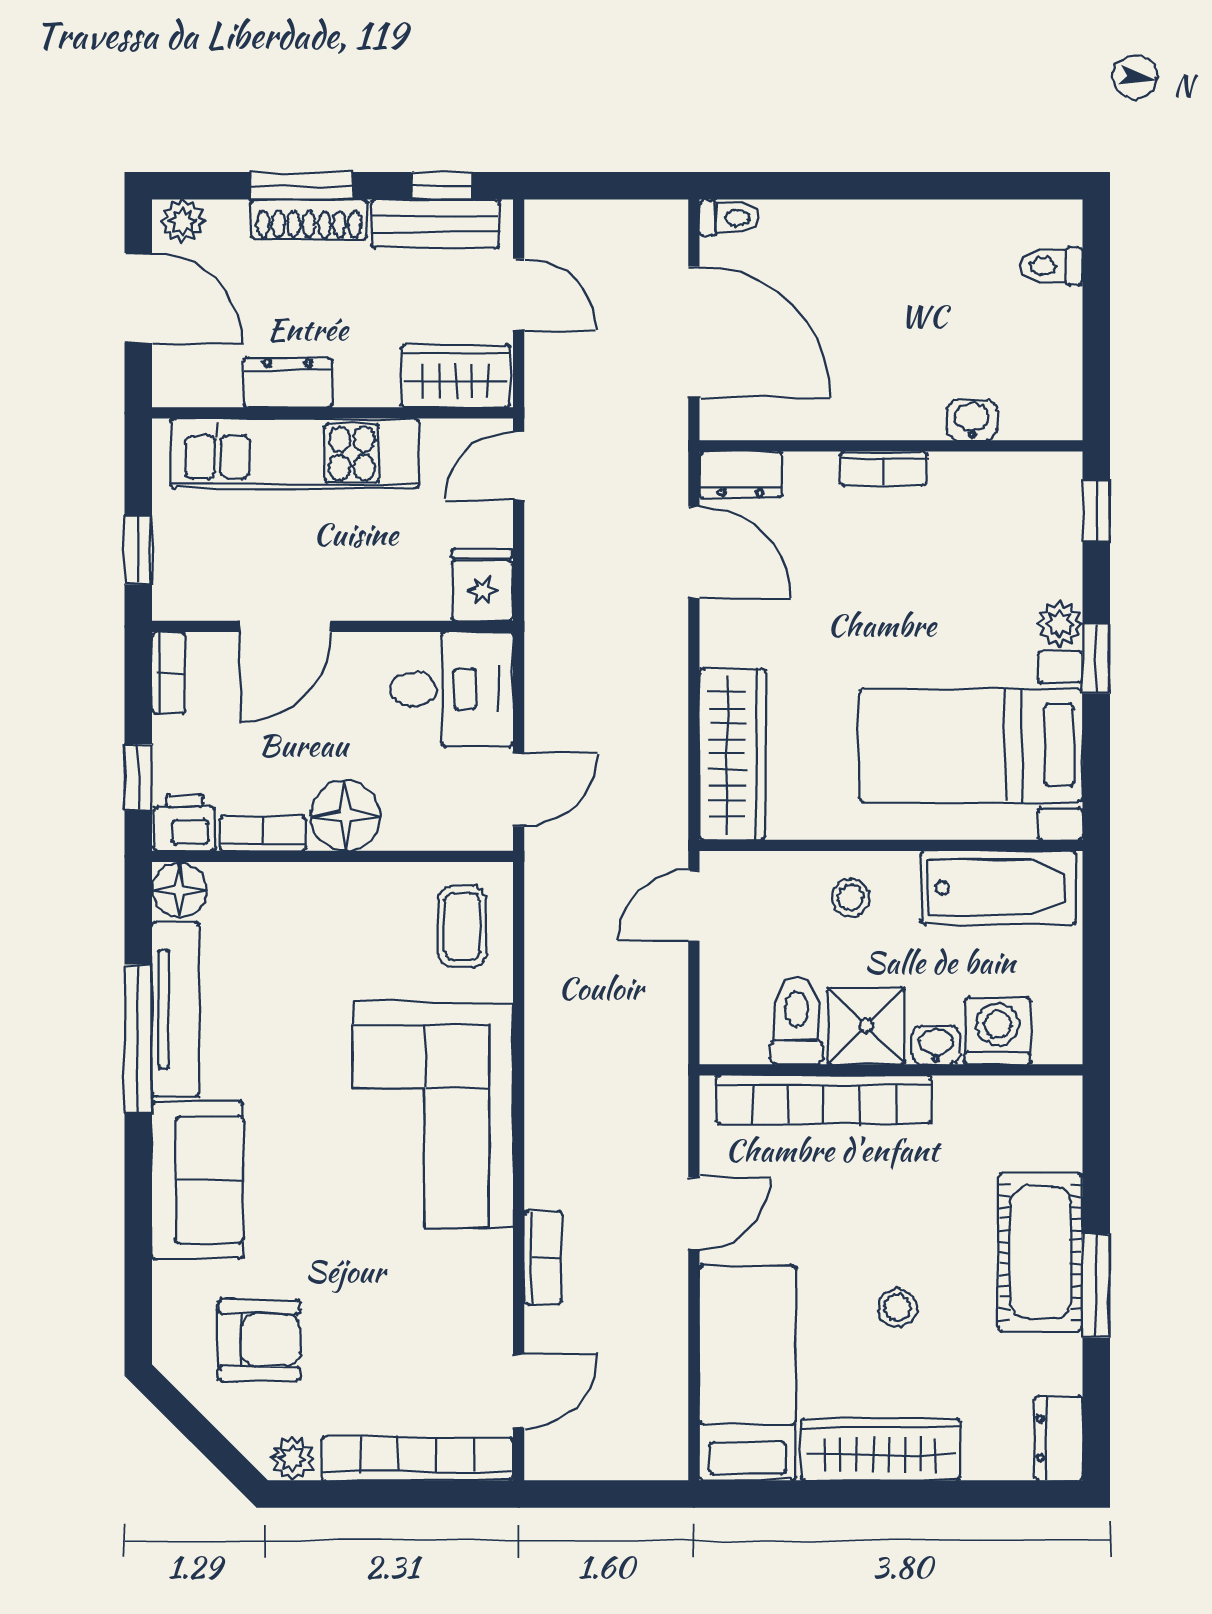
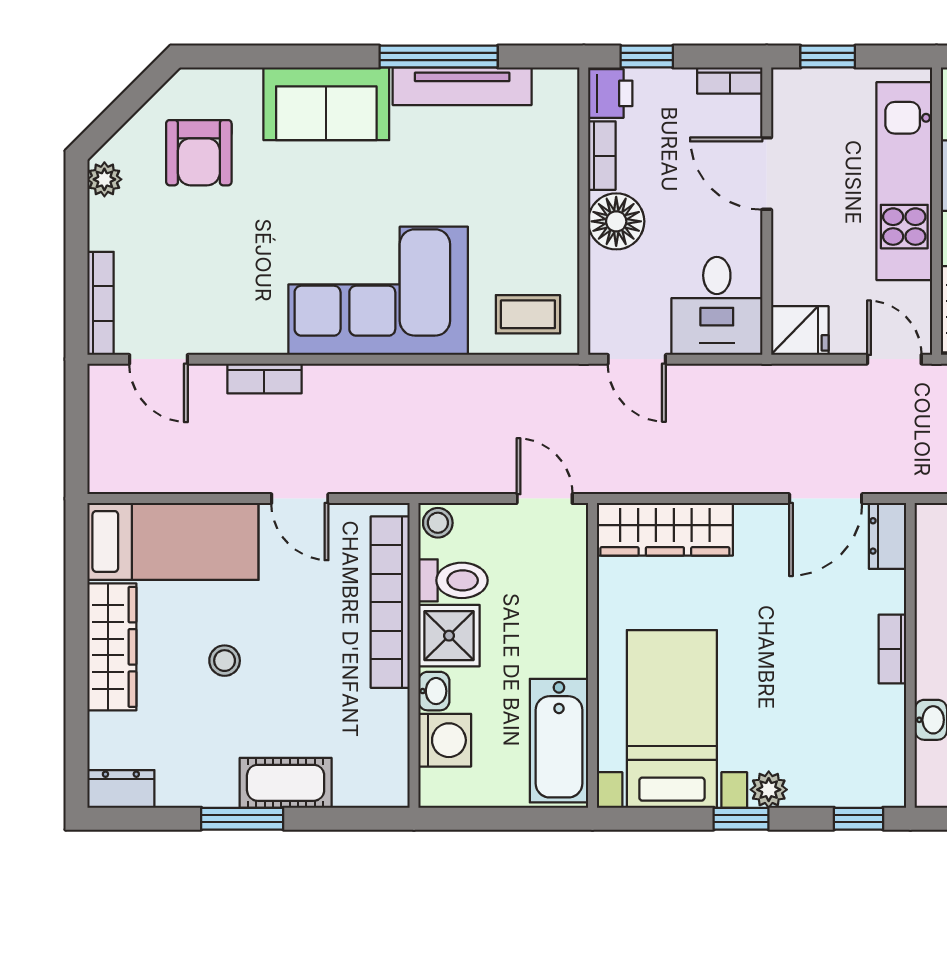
floor lamp: (180, 890) -> (557, 89), removed
stool: (850, 898) -> (438, 523), moved
cot: (1040, 1252) -> (286, 783), width x0.73, depth x0.75
bookcase: (417, 1459) -> (101, 303), width x0.68, depth x0.76

